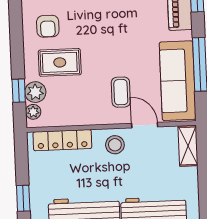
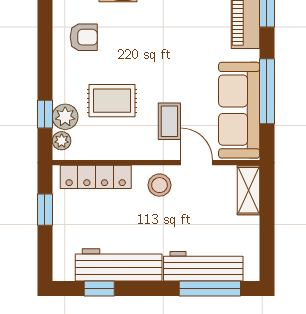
armchair: (48, 26) -> (84, 37), turned -90
rug: (60, 62) -> (112, 101), moved
window: (23, 198) -> (45, 210), moved

